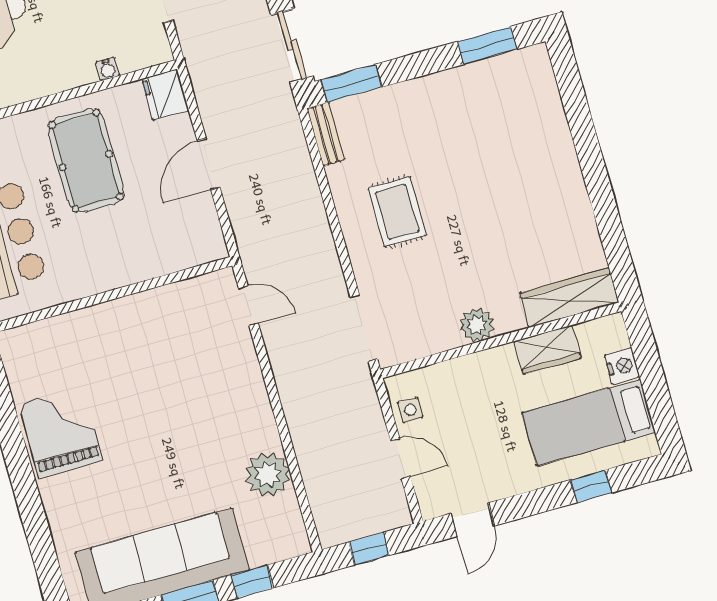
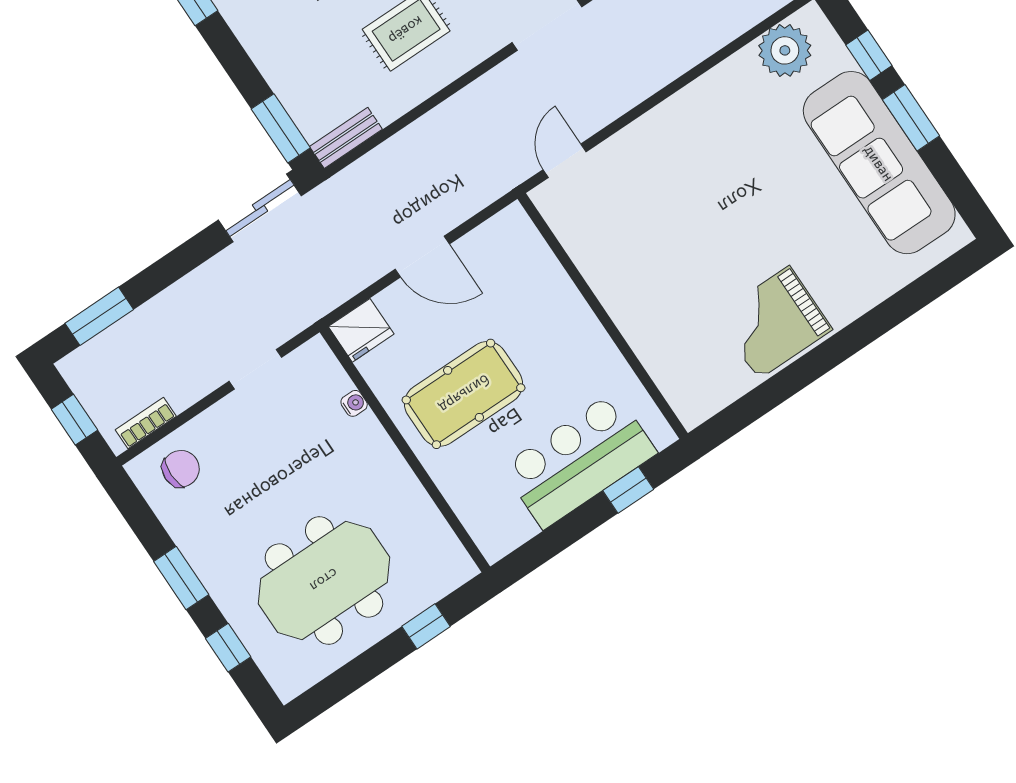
plant: (268, 475) -> (785, 50), moved

